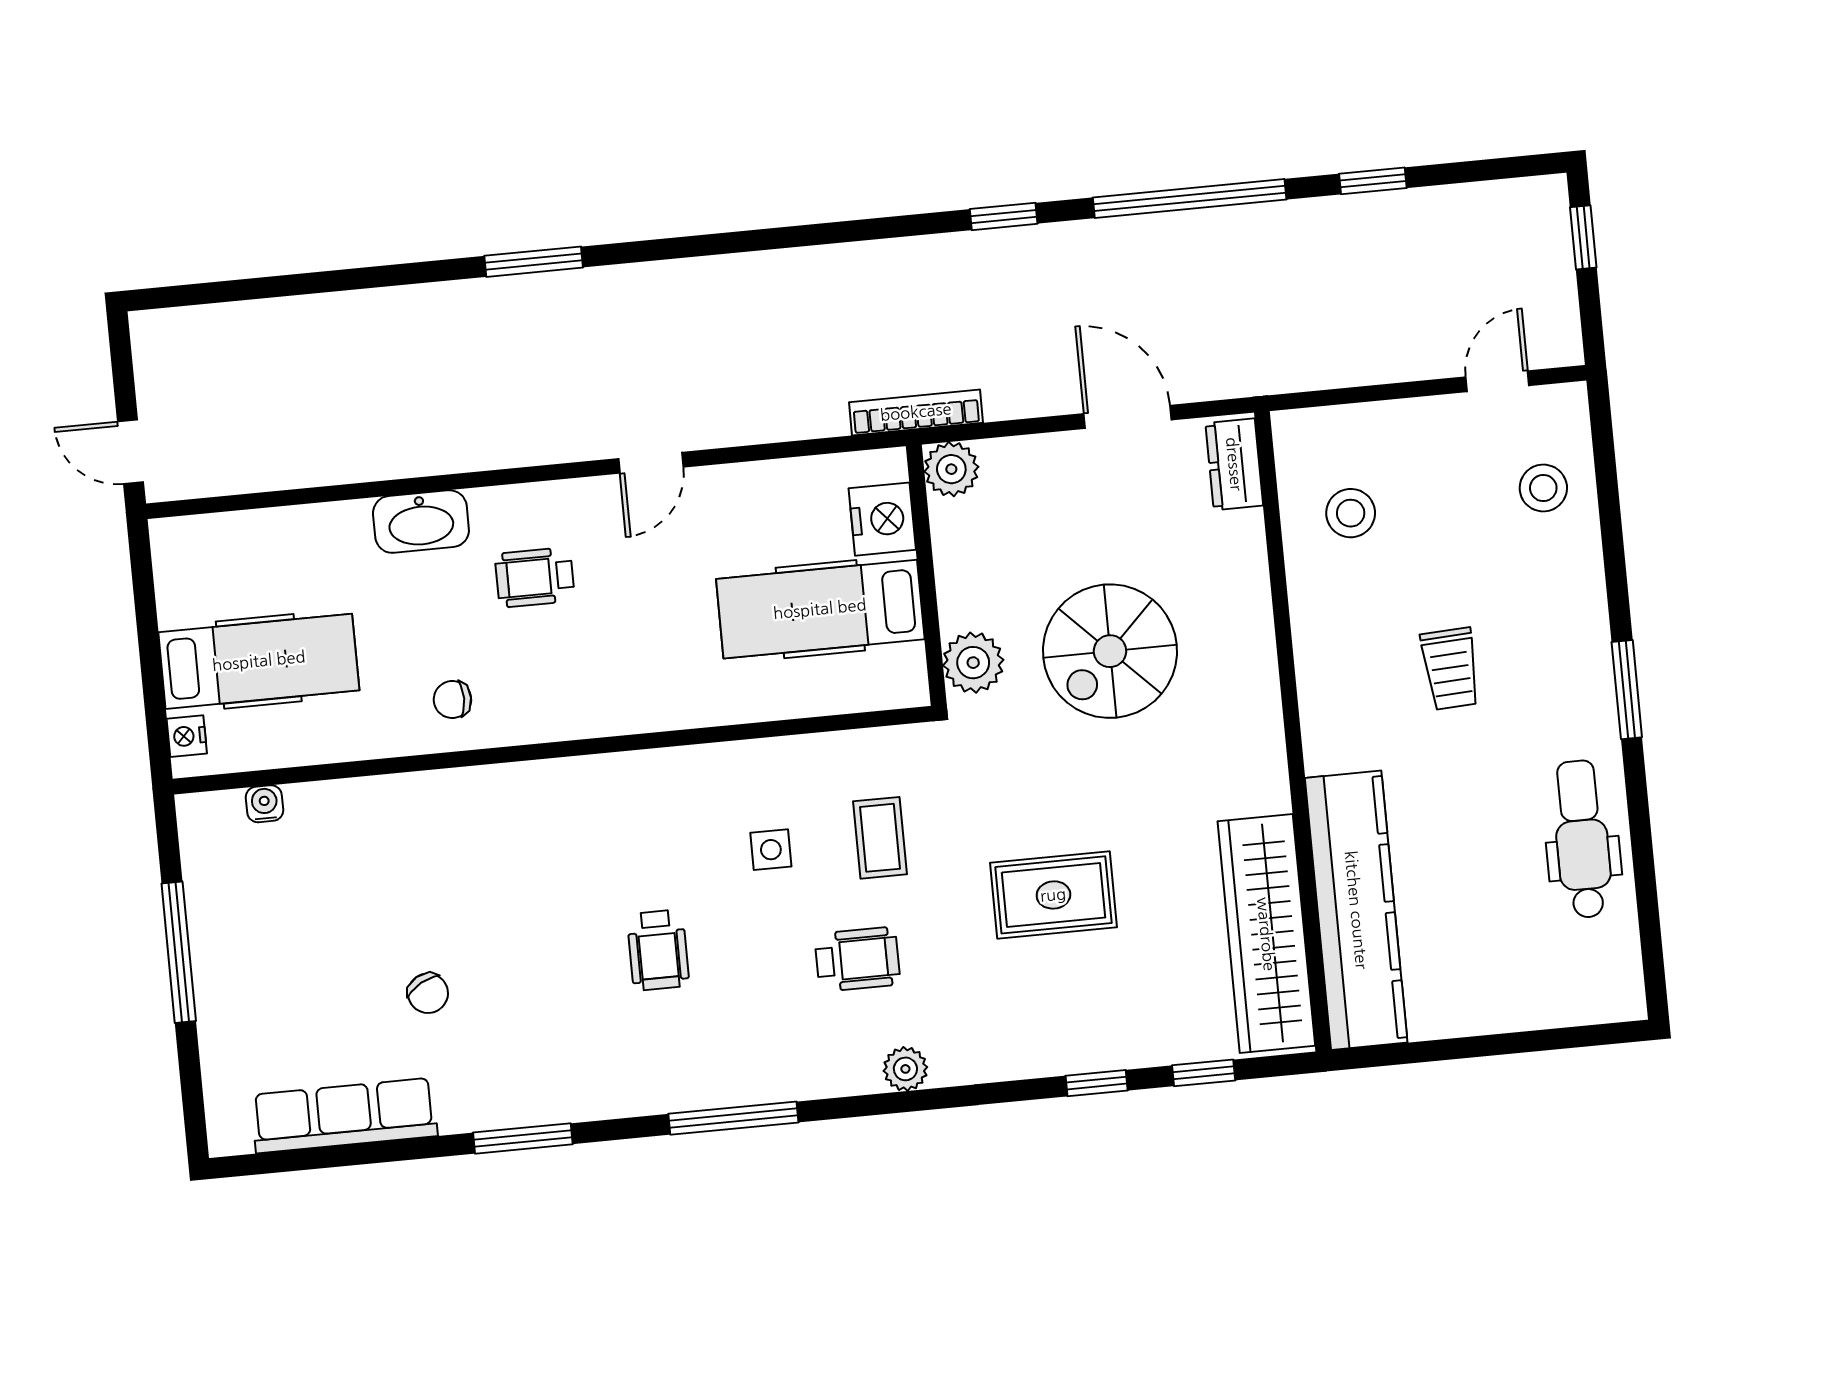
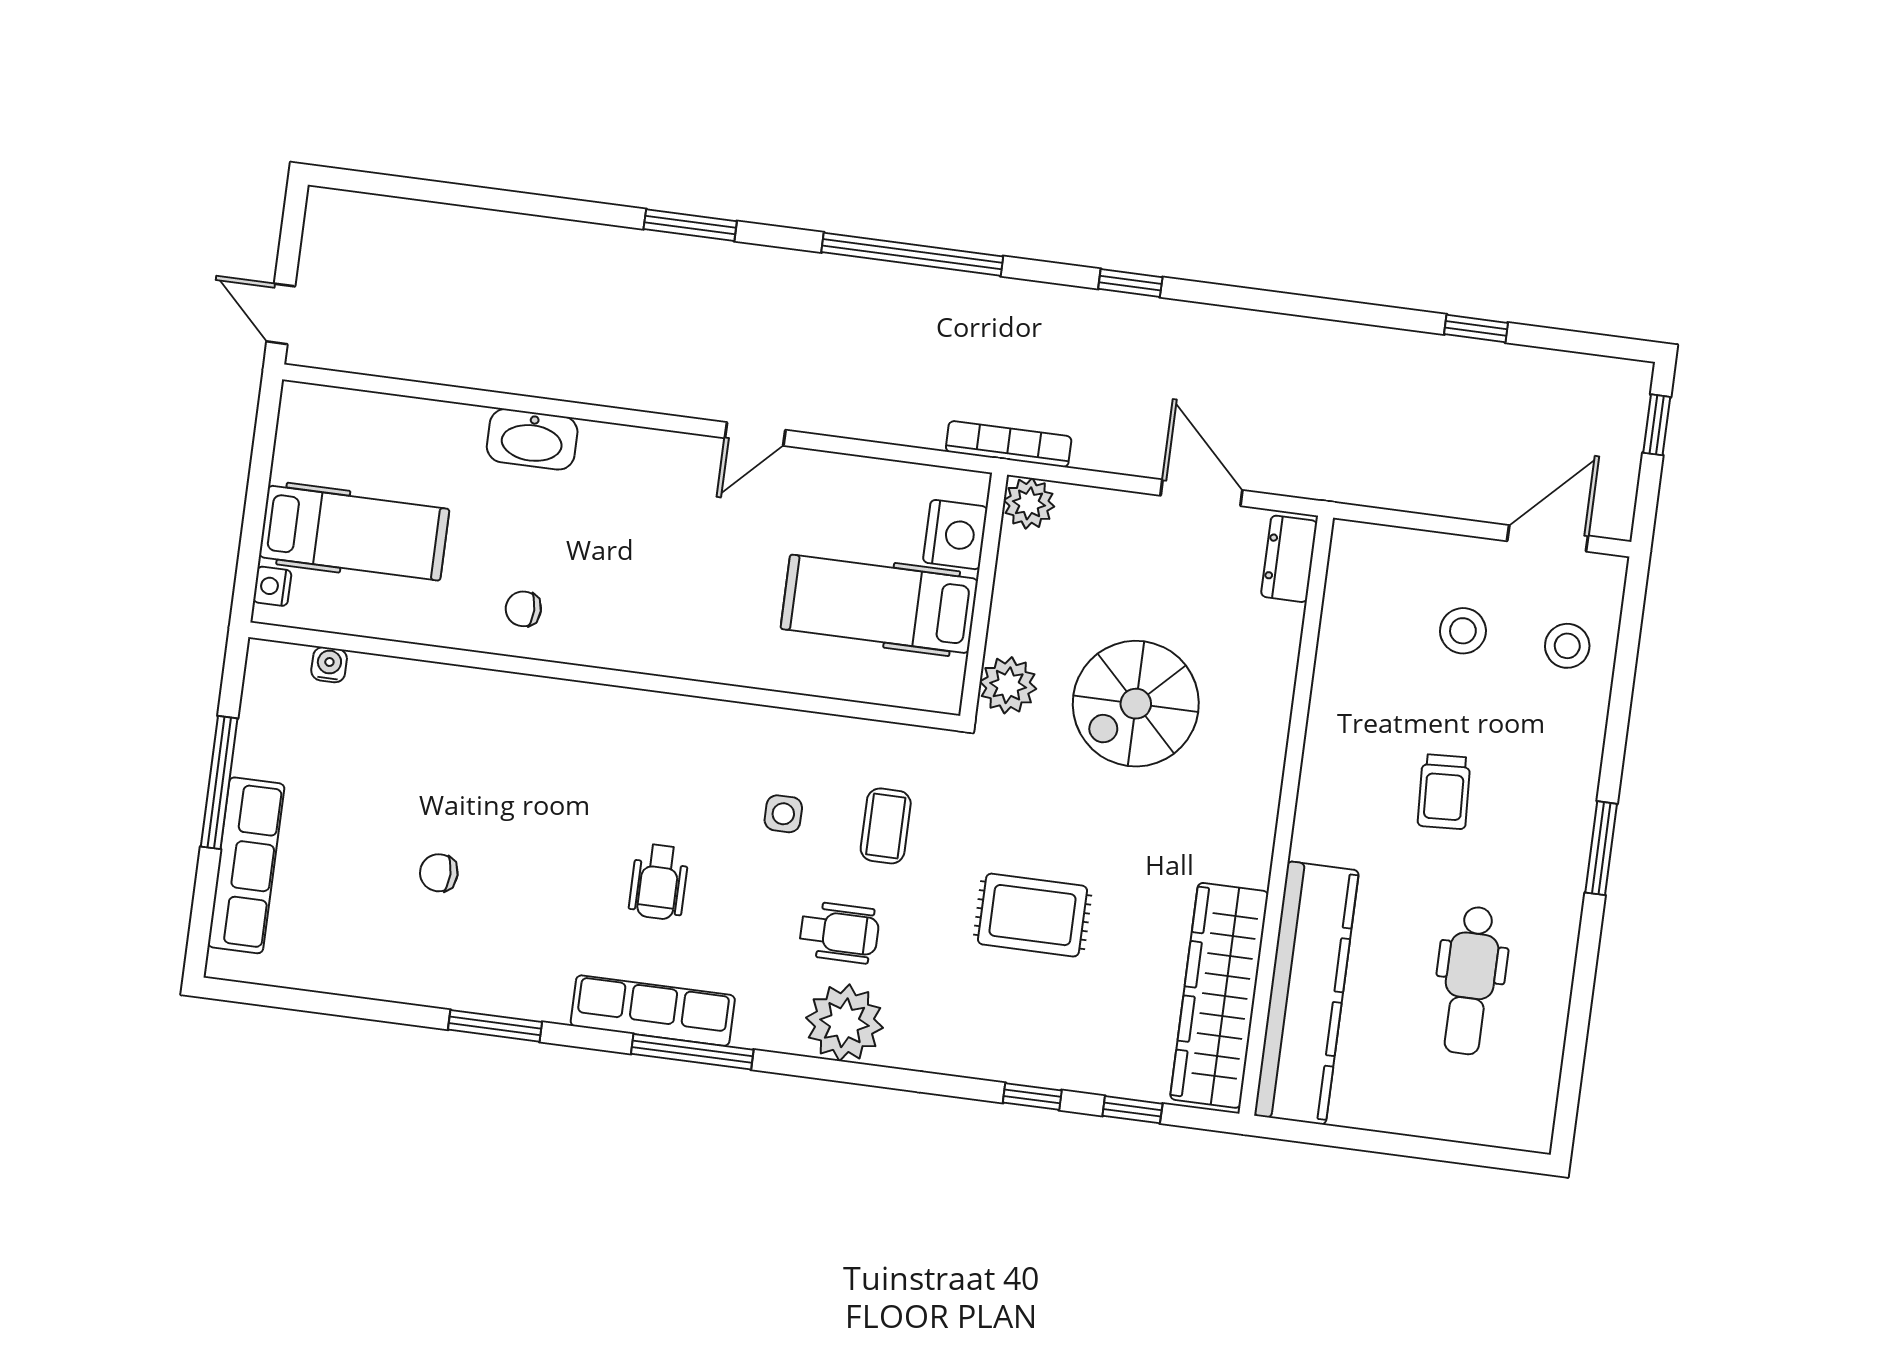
window: (1190, 199) -> (912, 254), moved
door: (1497, 381) -> (1548, 538), width x1.38
stool: (1351, 513) -> (1463, 631), moved
wheelchair: (535, 577) -> (625, 514), removed
dental chair: (1582, 839) -> (1470, 980), moved, turned 180
chair: (428, 993) -> (439, 873), turned 119
plant: (905, 1069) -> (844, 1023), width x1.88, depth x1.88
row of seats: (683, 1085) -> (653, 1011), added
row of seats: (344, 1115) -> (246, 865), moved, turned 90

